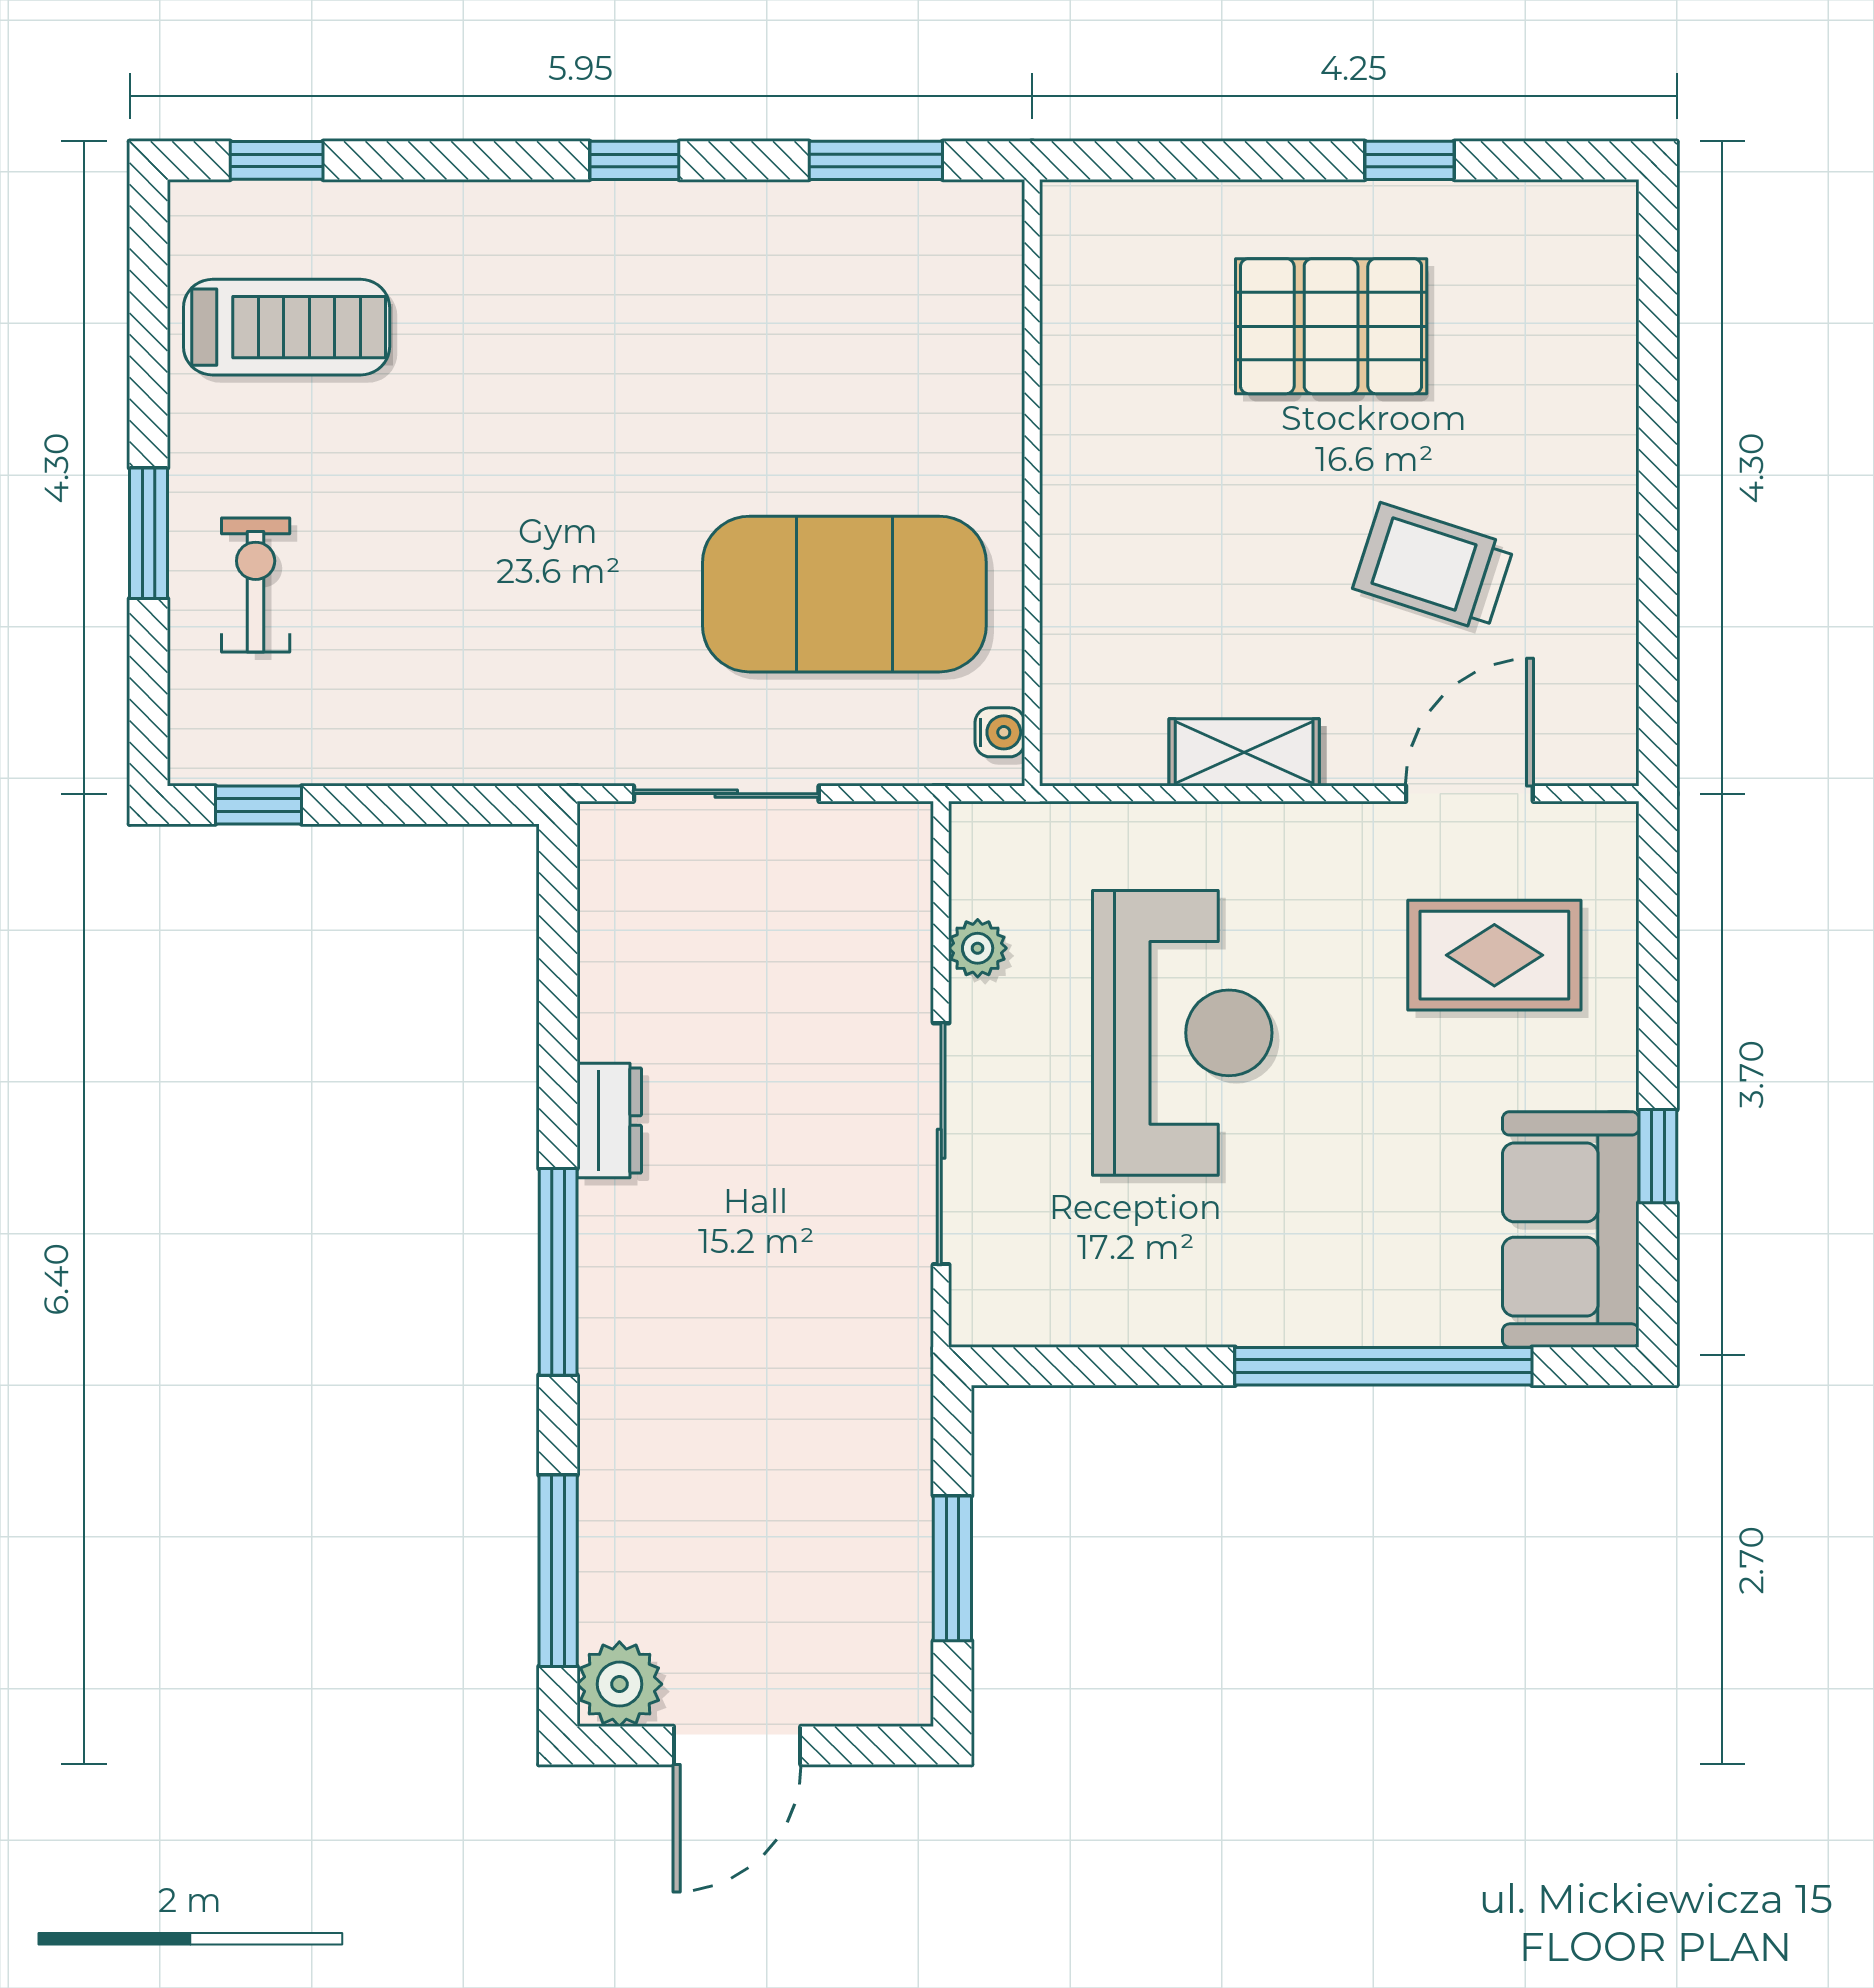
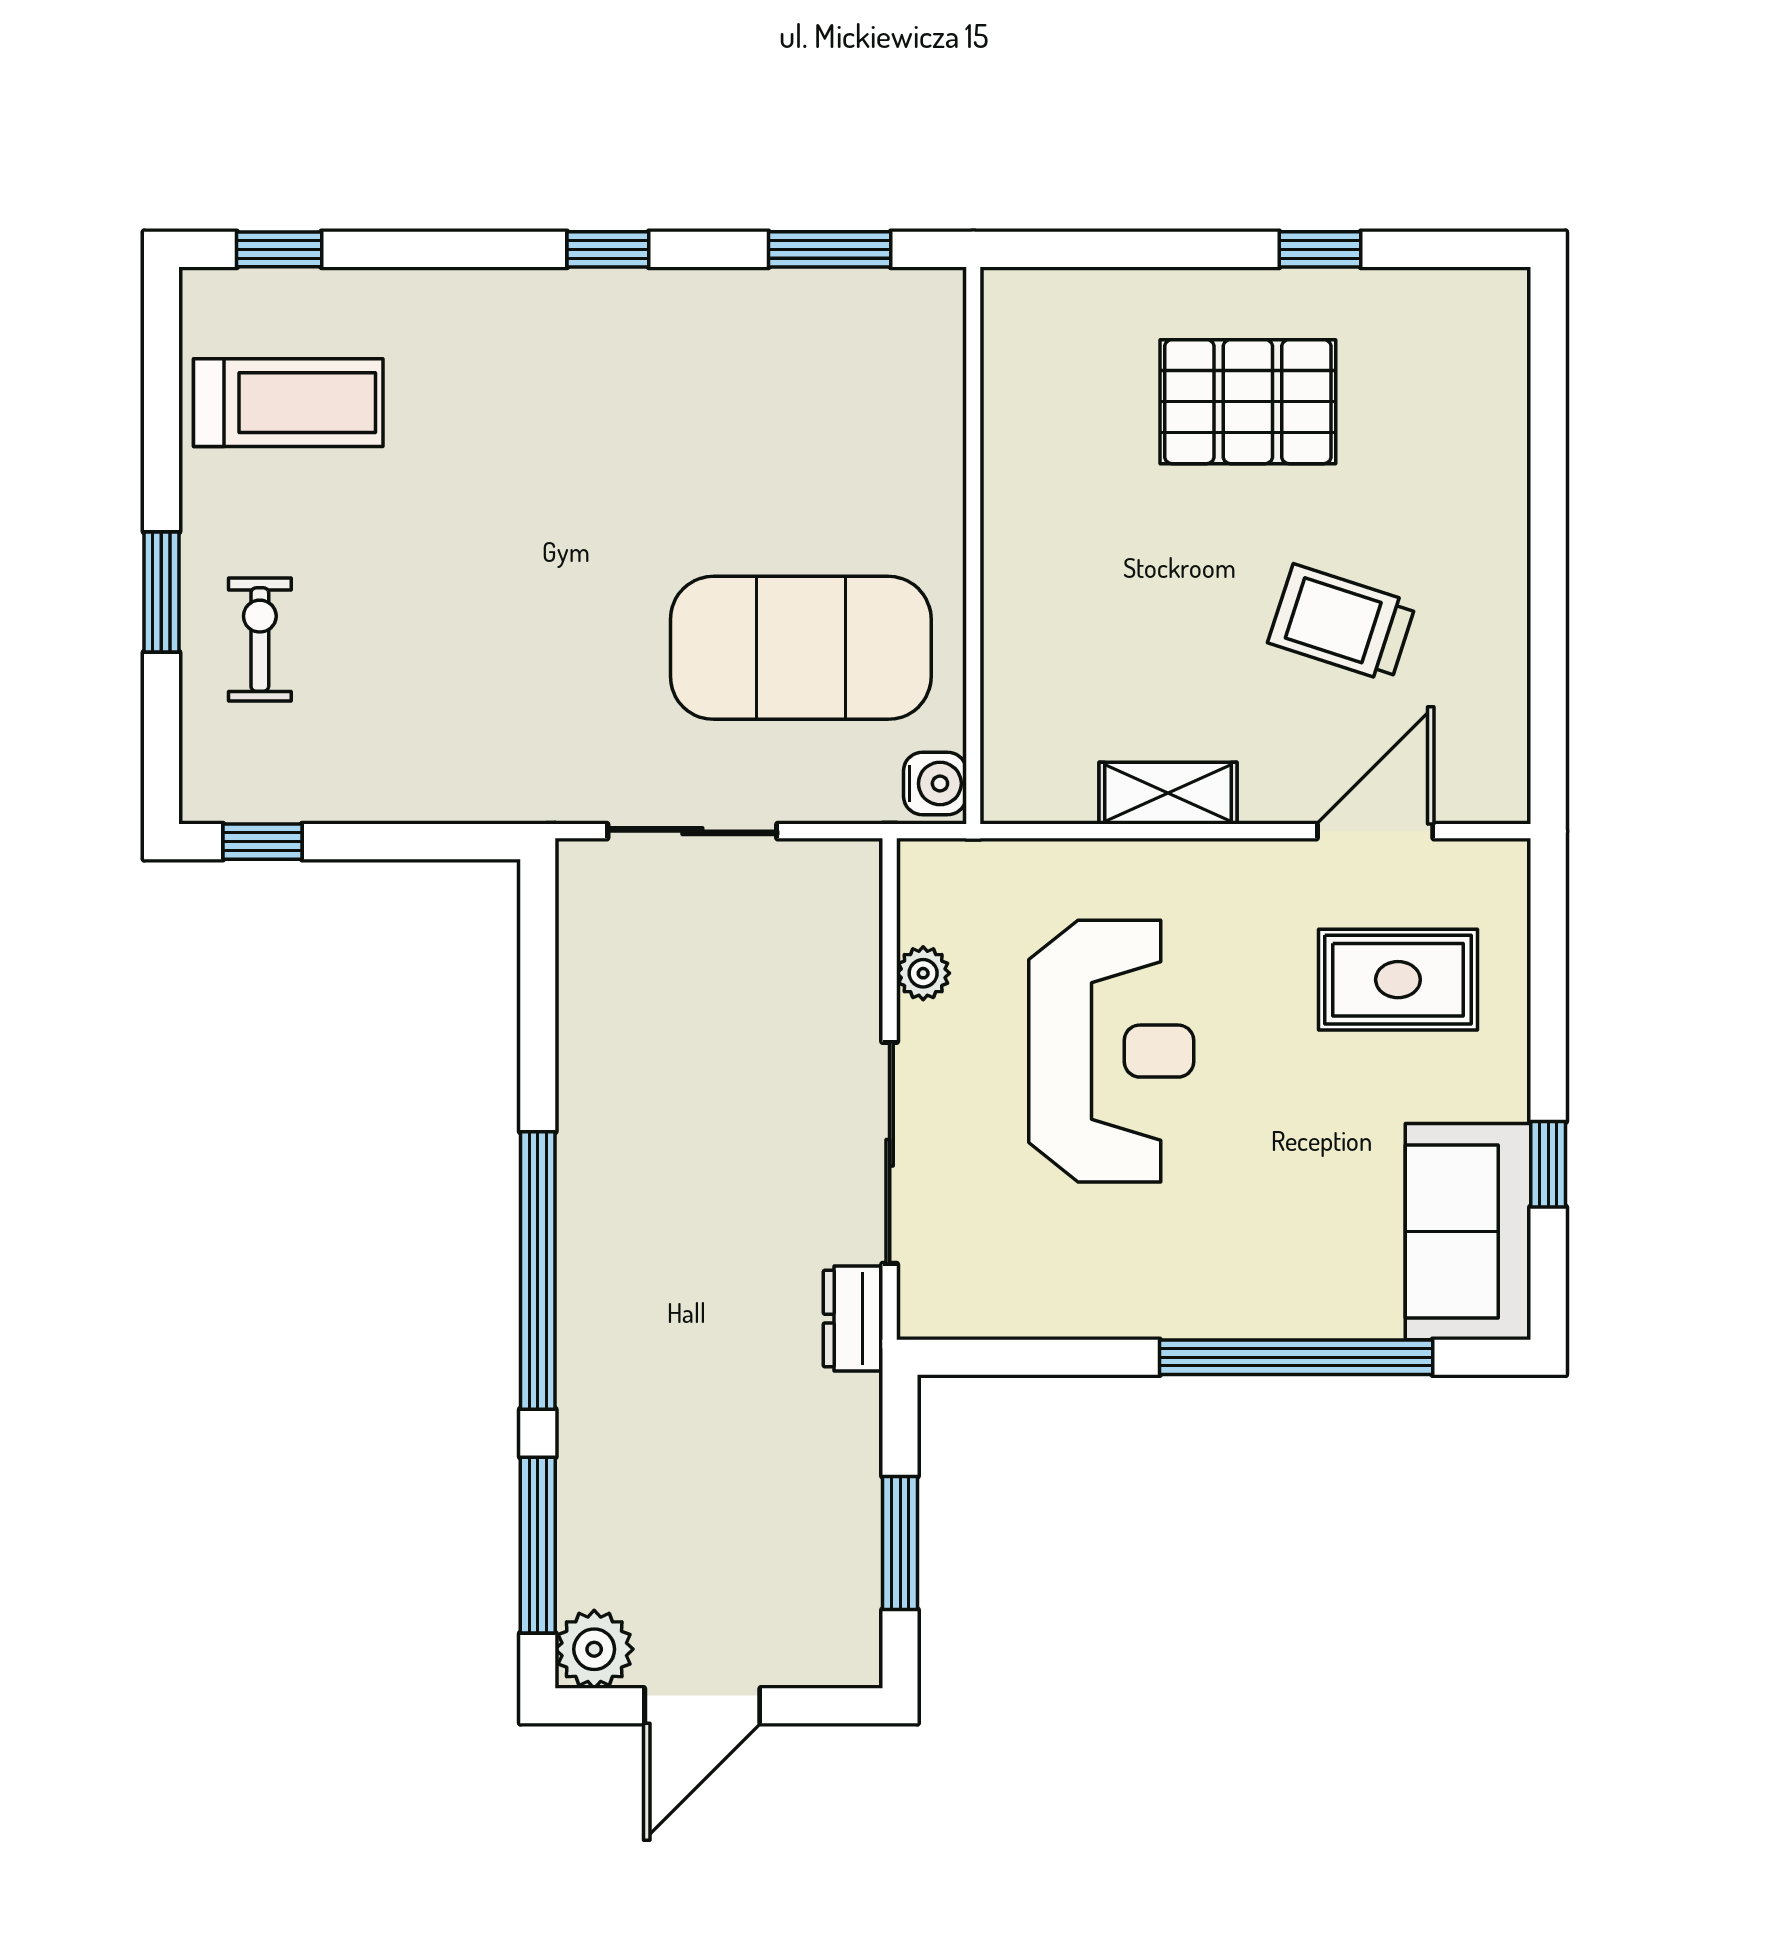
water cooler: (1000, 732) -> (935, 783), width x1.38, depth x1.38
dresser: (609, 1120) -> (853, 1319), moved, turned 180
window: (558, 1272) -> (538, 1270), width x1.46

